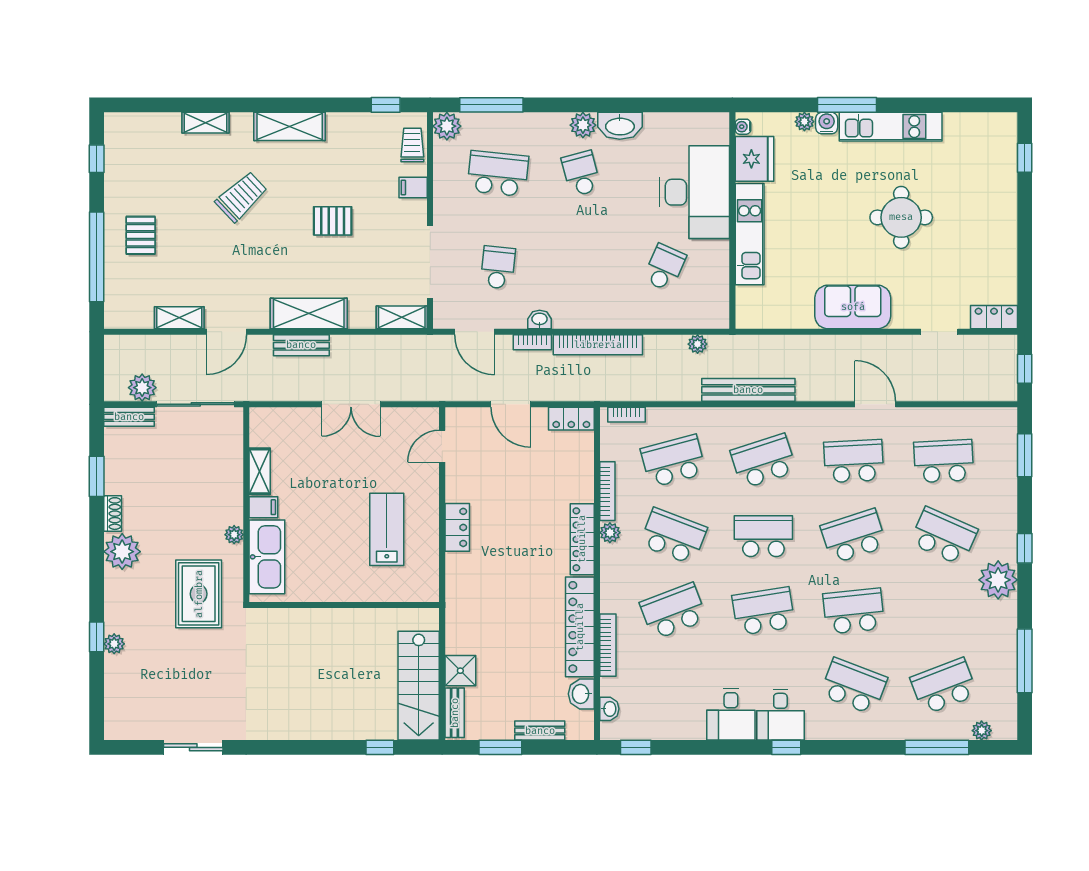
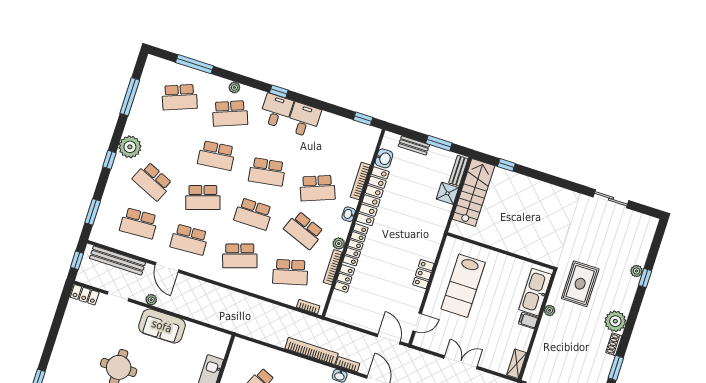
plant: (698, 344) -> (151, 300), moved
bench: (748, 390) -> (118, 260), moved
door: (511, 404) -> (389, 339), moved
locker: (571, 419) -> (344, 279), moved, turned 90
shelving: (260, 471) -> (517, 364), moved
lab bench: (387, 529) -> (463, 286), width x1.36, depth x1.39
school desk: (854, 686) -> (230, 113), turned -42
washbasin: (609, 709) -> (349, 214), moved
plant: (982, 731) -> (234, 87), moved

